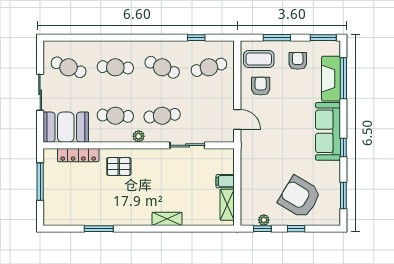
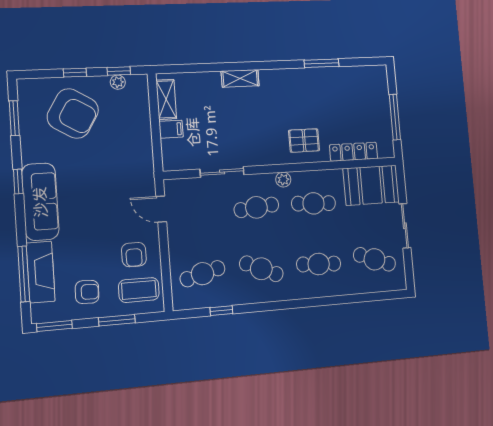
armchair: (298, 61) -> (87, 292), turned -88

